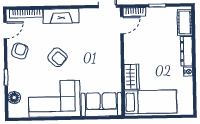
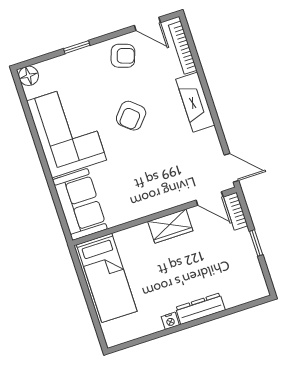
cot: (185, 22) -> (243, 292), removed
wardrobe: (132, 77) -> (170, 226), moved
floor lamp: (14, 98) -> (29, 76), moved

